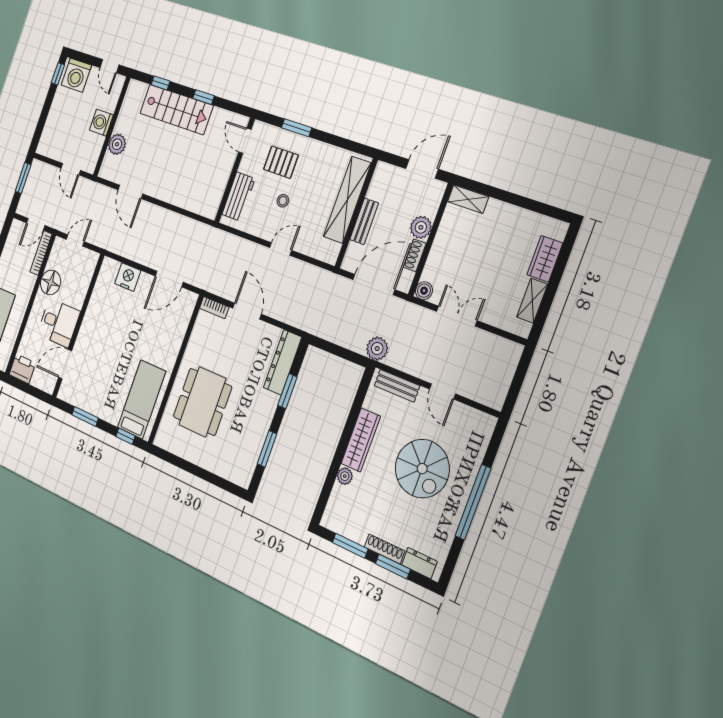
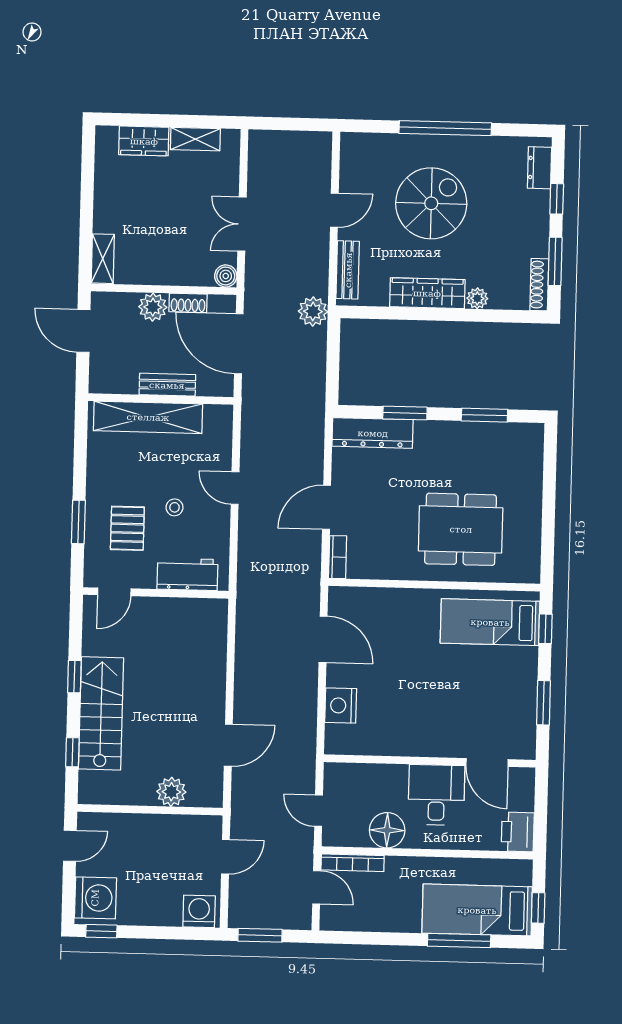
washing machine: (101, 123) -> (199, 911), moved, turned 180
shoe rack: (385, 549) -> (539, 285), moved
window: (393, 566) -> (557, 199), width x0.67

